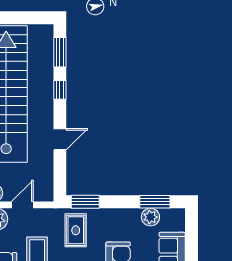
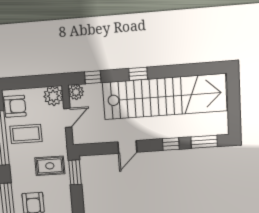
door: (60, 139) -> (127, 147), hinge flipped
door: (22, 205) -> (68, 118), hinge flipped

